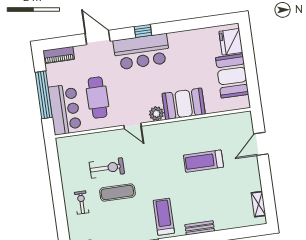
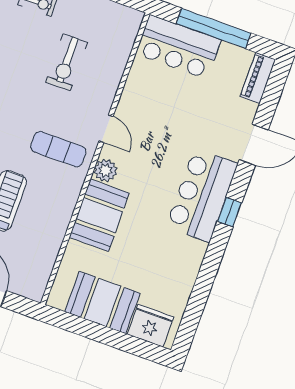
cafe table: (98, 98) -> (171, 101), removed
door: (133, 126) -> (106, 129), swing flipped
exercise mat: (117, 193) -> (58, 149), moved, turned 90

